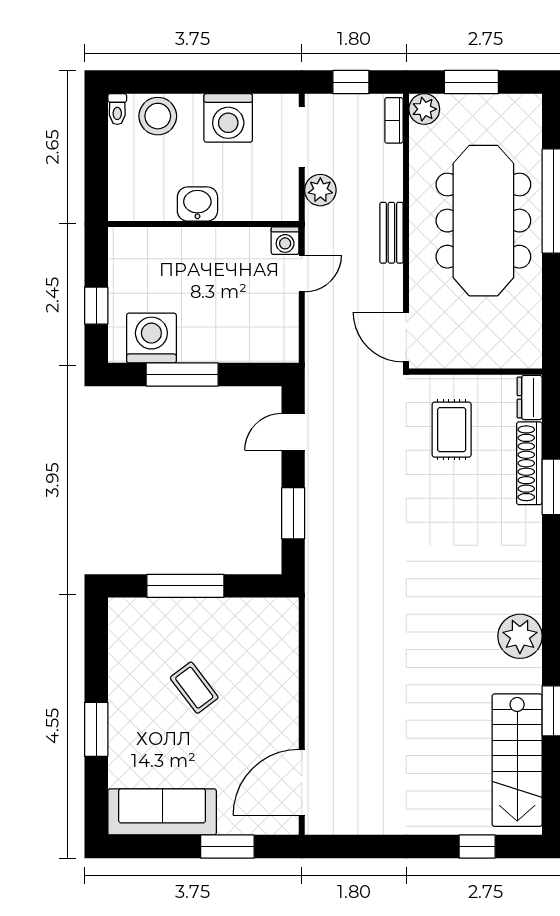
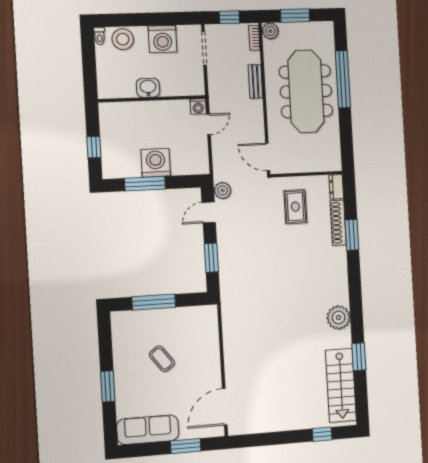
plant: (320, 190) -> (223, 190), moved
bench: (391, 233) -> (255, 81), moved
washing machine: (151, 338) -> (156, 163), moved

